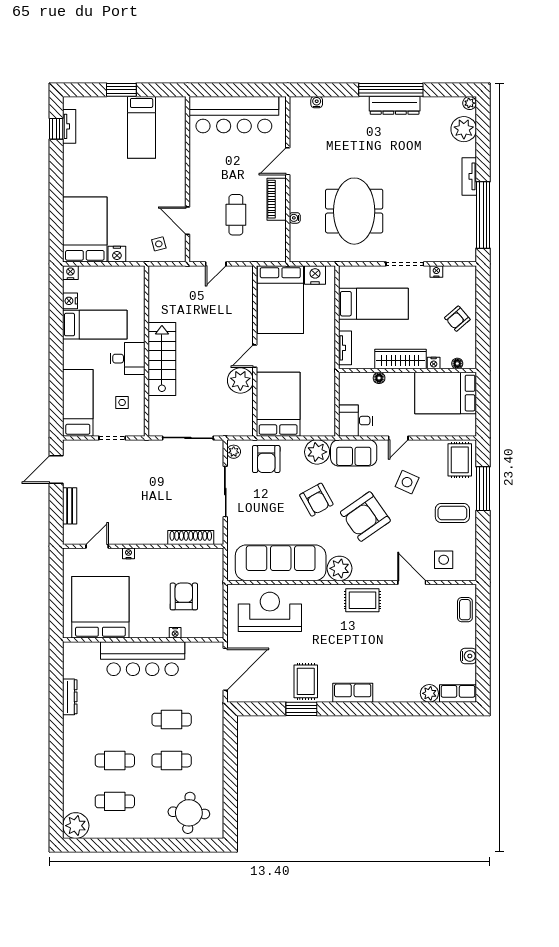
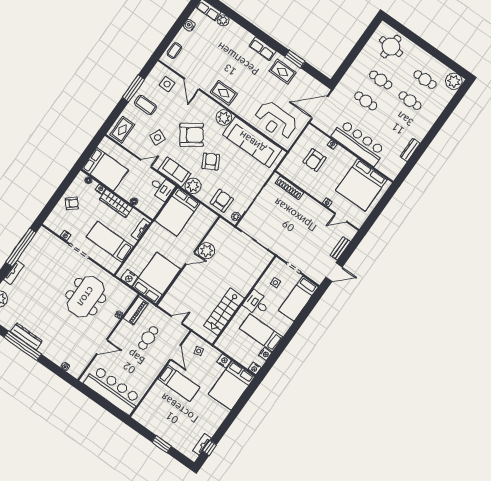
bed: (142, 127) -> (179, 383), moved, turned 90
piano: (277, 199) -> (136, 311), moved
stairs: (162, 359) -> (224, 312), moved
bed: (278, 404) -> (177, 212), moved
window: (483, 489) -> (133, 88), moved
rug: (306, 681) -> (283, 72), turned 90

